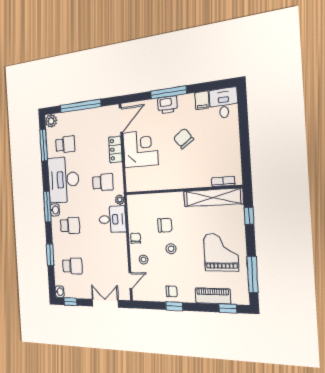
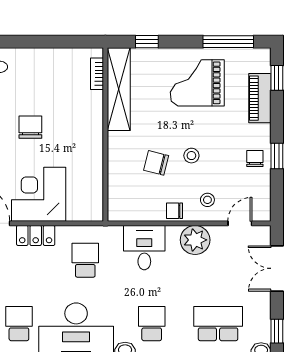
chair: (183, 139) -> (30, 127), turned 125
plant: (120, 200) -> (195, 240), moved, width x1.88, depth x1.88
chair: (165, 225) -> (156, 163), turned -76
school desk: (72, 266) -> (218, 324), width x1.85
door: (130, 280) -> (240, 223), hinge flipped

